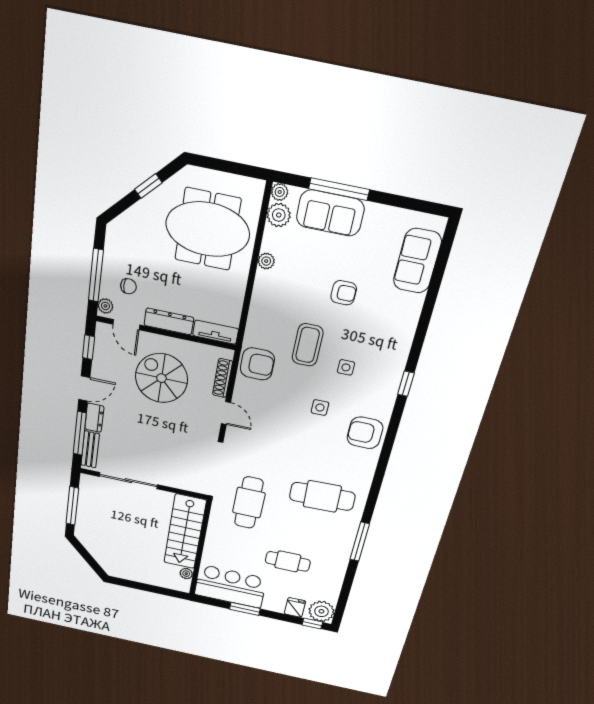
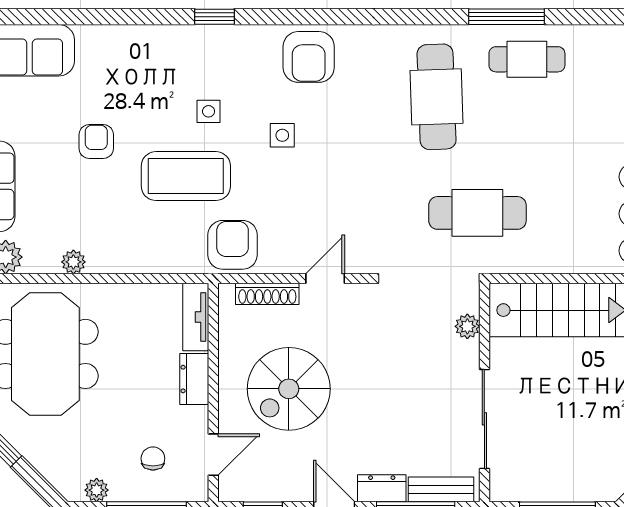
plant: (105, 306) -> (97, 490), moved
dresser: (169, 321) -> (194, 379), width x0.70
coffee table: (308, 345) -> (186, 176), width x1.36, depth x1.32
plant: (184, 483) -> (467, 326), added
cafe table: (288, 561) -> (527, 59), moved, turned 90

